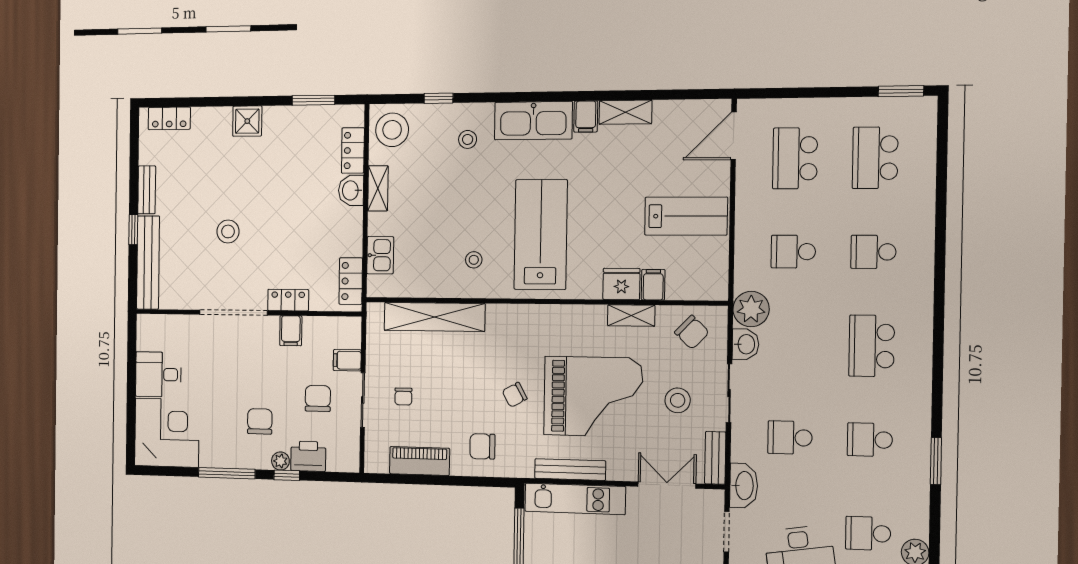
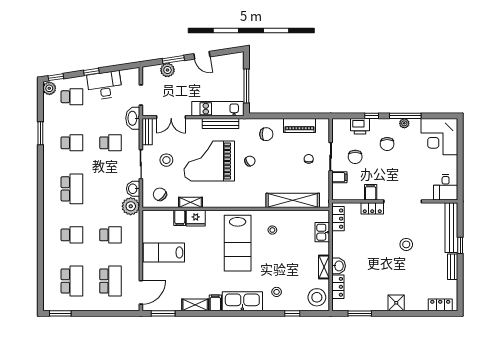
window: (689, 94) -> (163, 313), added
desk: (158, 374) -> (446, 187), moved, turned 90
plant: (280, 461) -> (404, 123), moved

